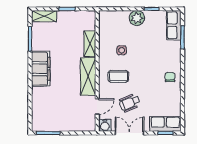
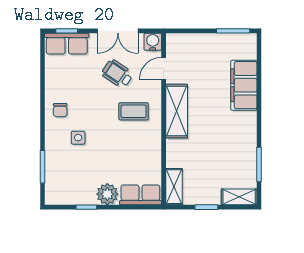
row of seats: (174, 25) -> (140, 195), moved, turned -90
shelving: (90, 44) -> (174, 187), moved
side table: (122, 50) -> (78, 138), moved
filing cabinet: (41, 69) -> (244, 85), moved
wheelchair: (130, 103) -> (117, 74), turned -123

